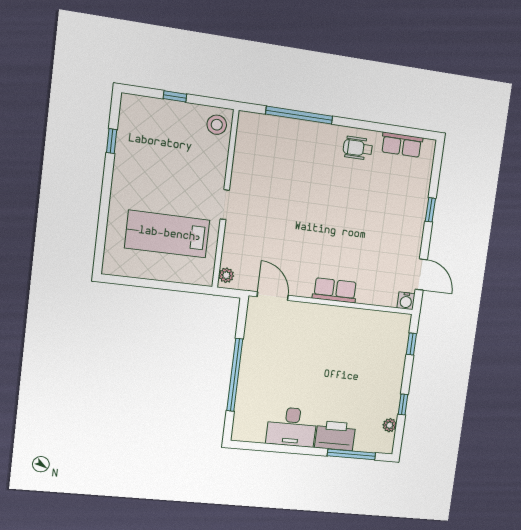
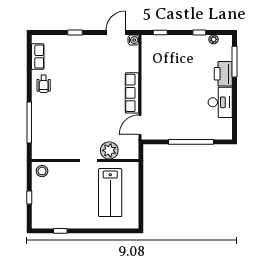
plant: (226, 275) -> (109, 150), moved, width x1.87, depth x1.87
row of seats: (335, 290) -> (132, 93), width x1.48

